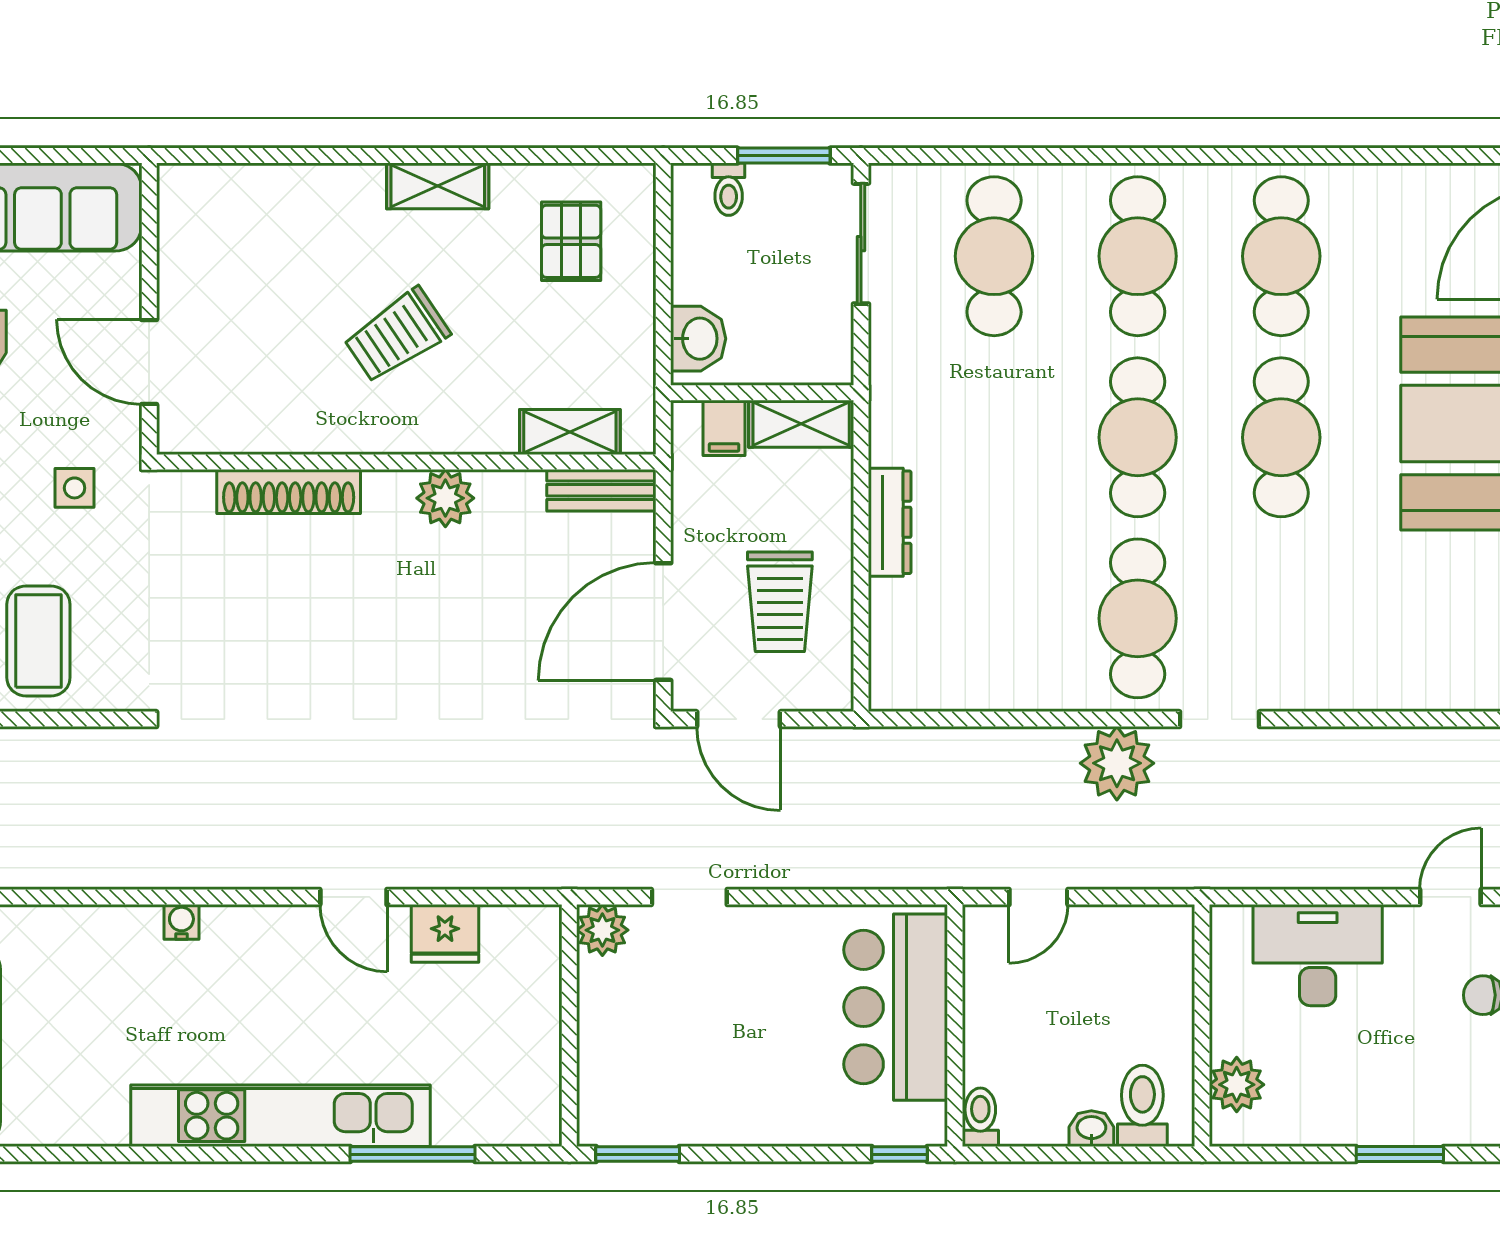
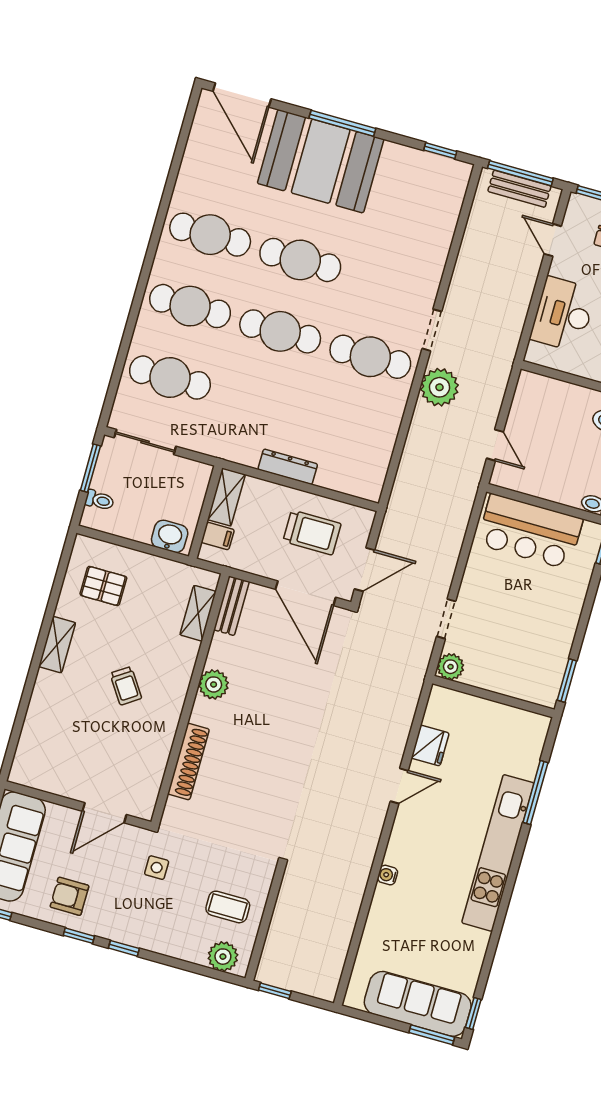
trolley: (397, 335) -> (126, 686), width x0.73, depth x0.72
coffee table: (38, 641) -> (228, 907), width x0.73, depth x0.77

